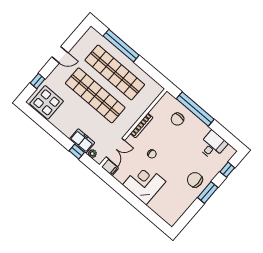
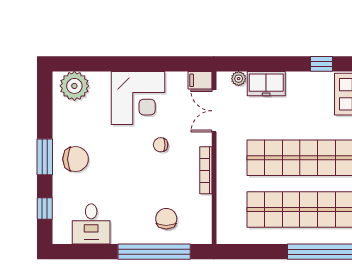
window: (77, 152) -> (321, 64), moved
plant: (168, 213) -> (74, 86), added

